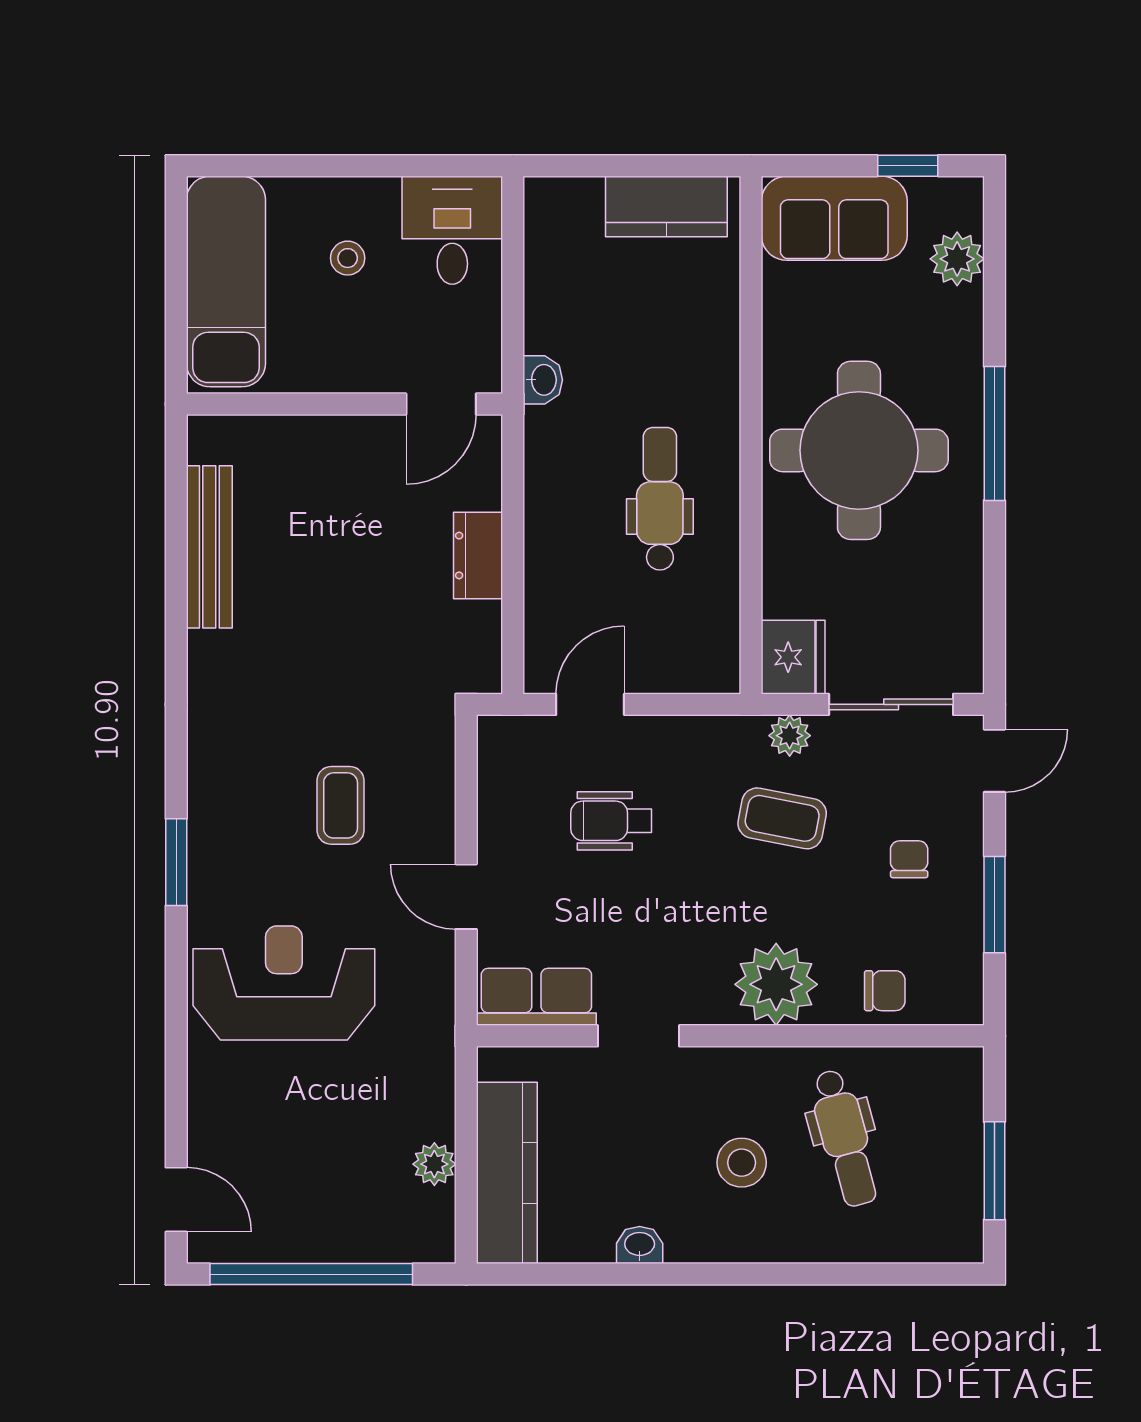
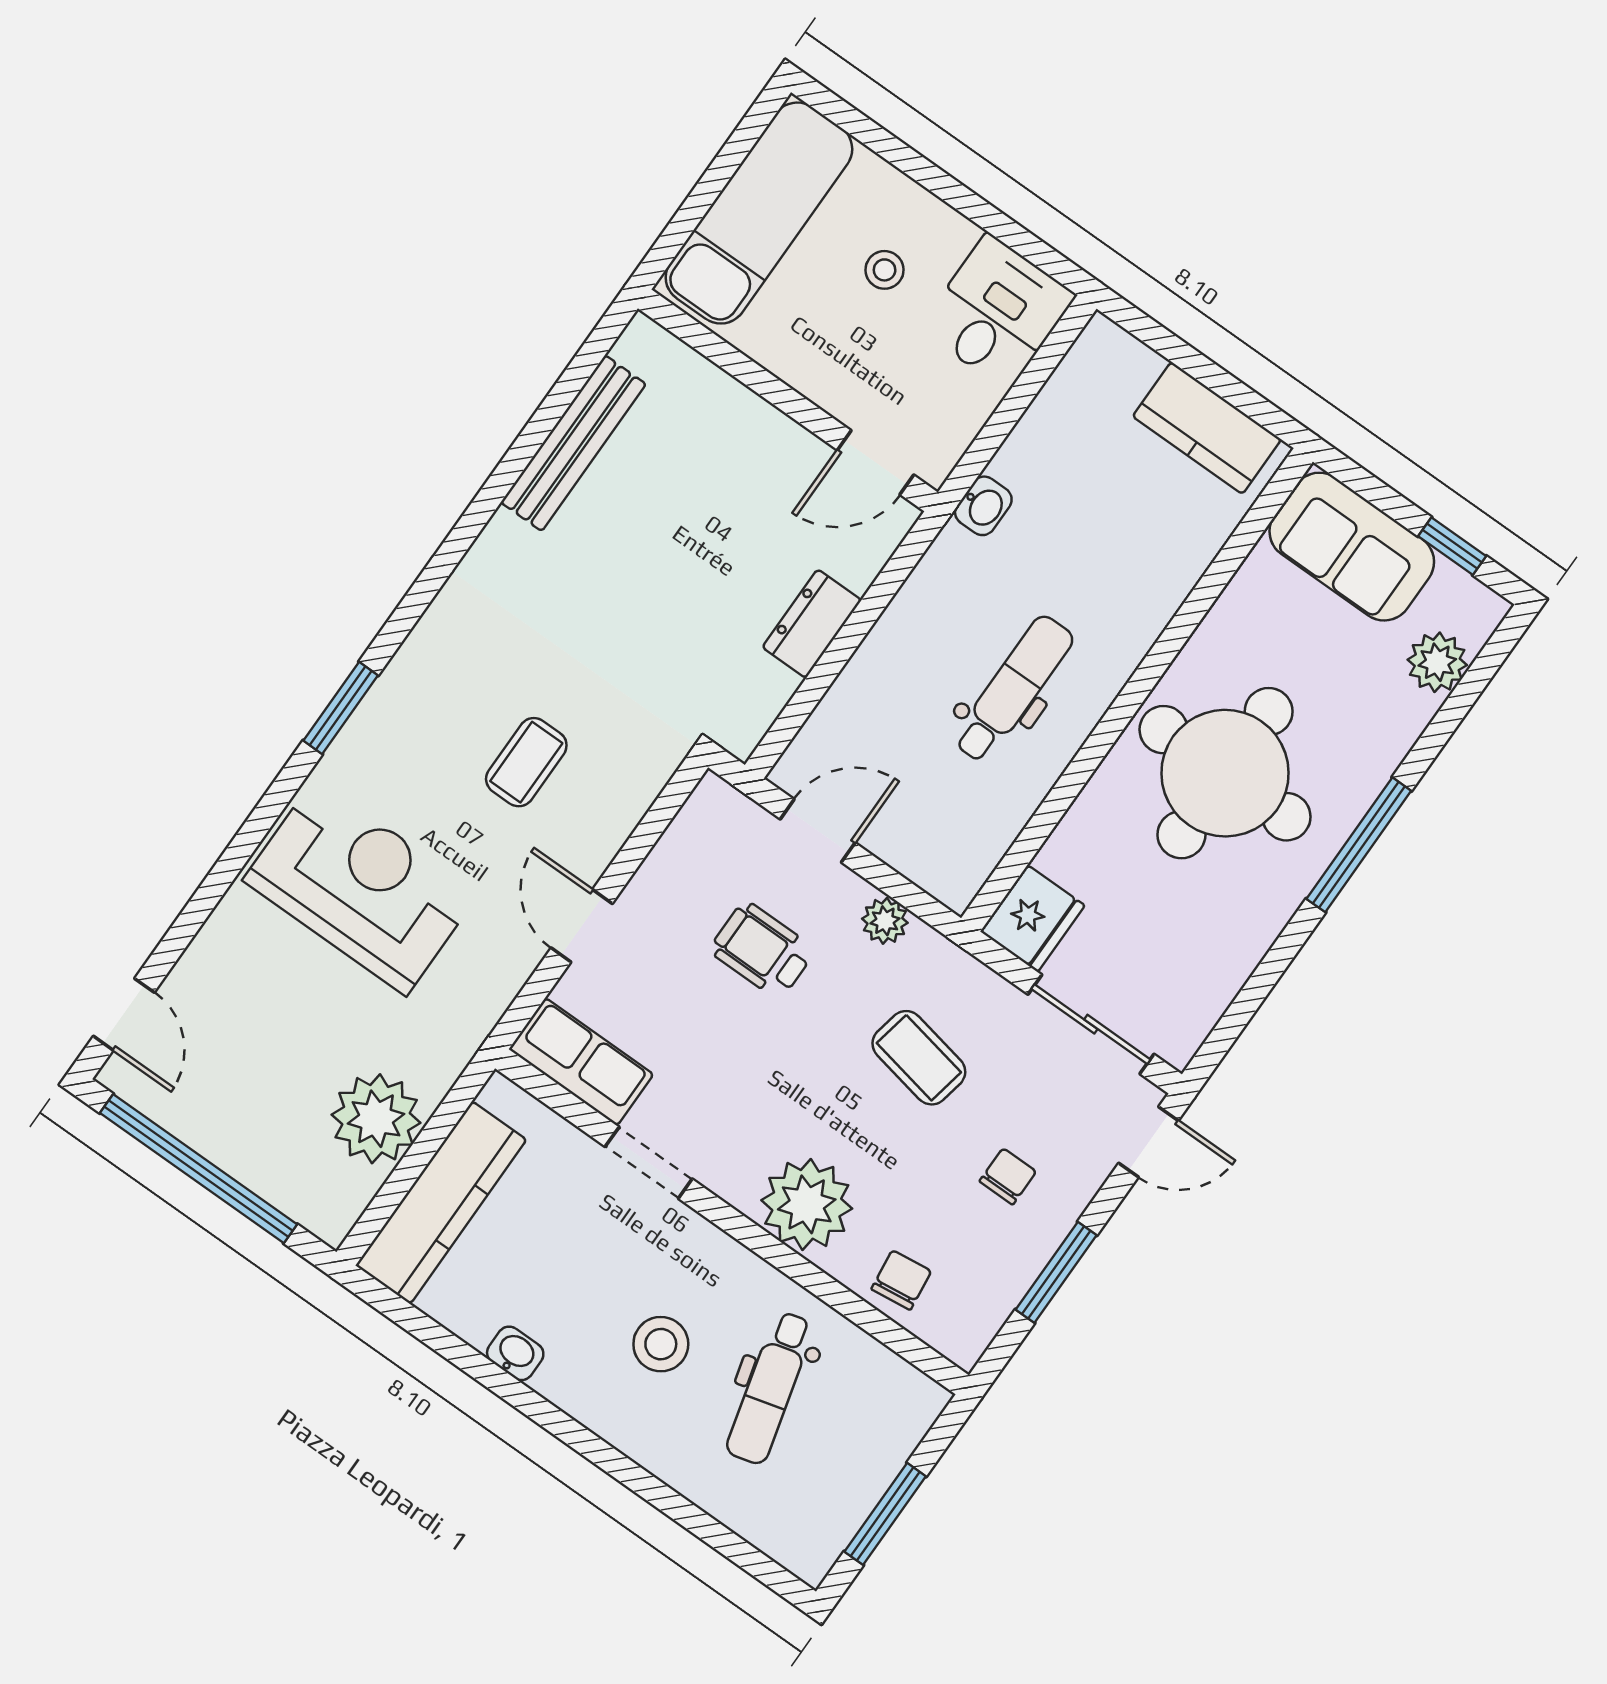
plant: (790, 736) -> (885, 921), moved
chair: (885, 991) -> (901, 1280), turned -97
plant: (434, 1164) -> (376, 1119), width x1.87, depth x1.87

